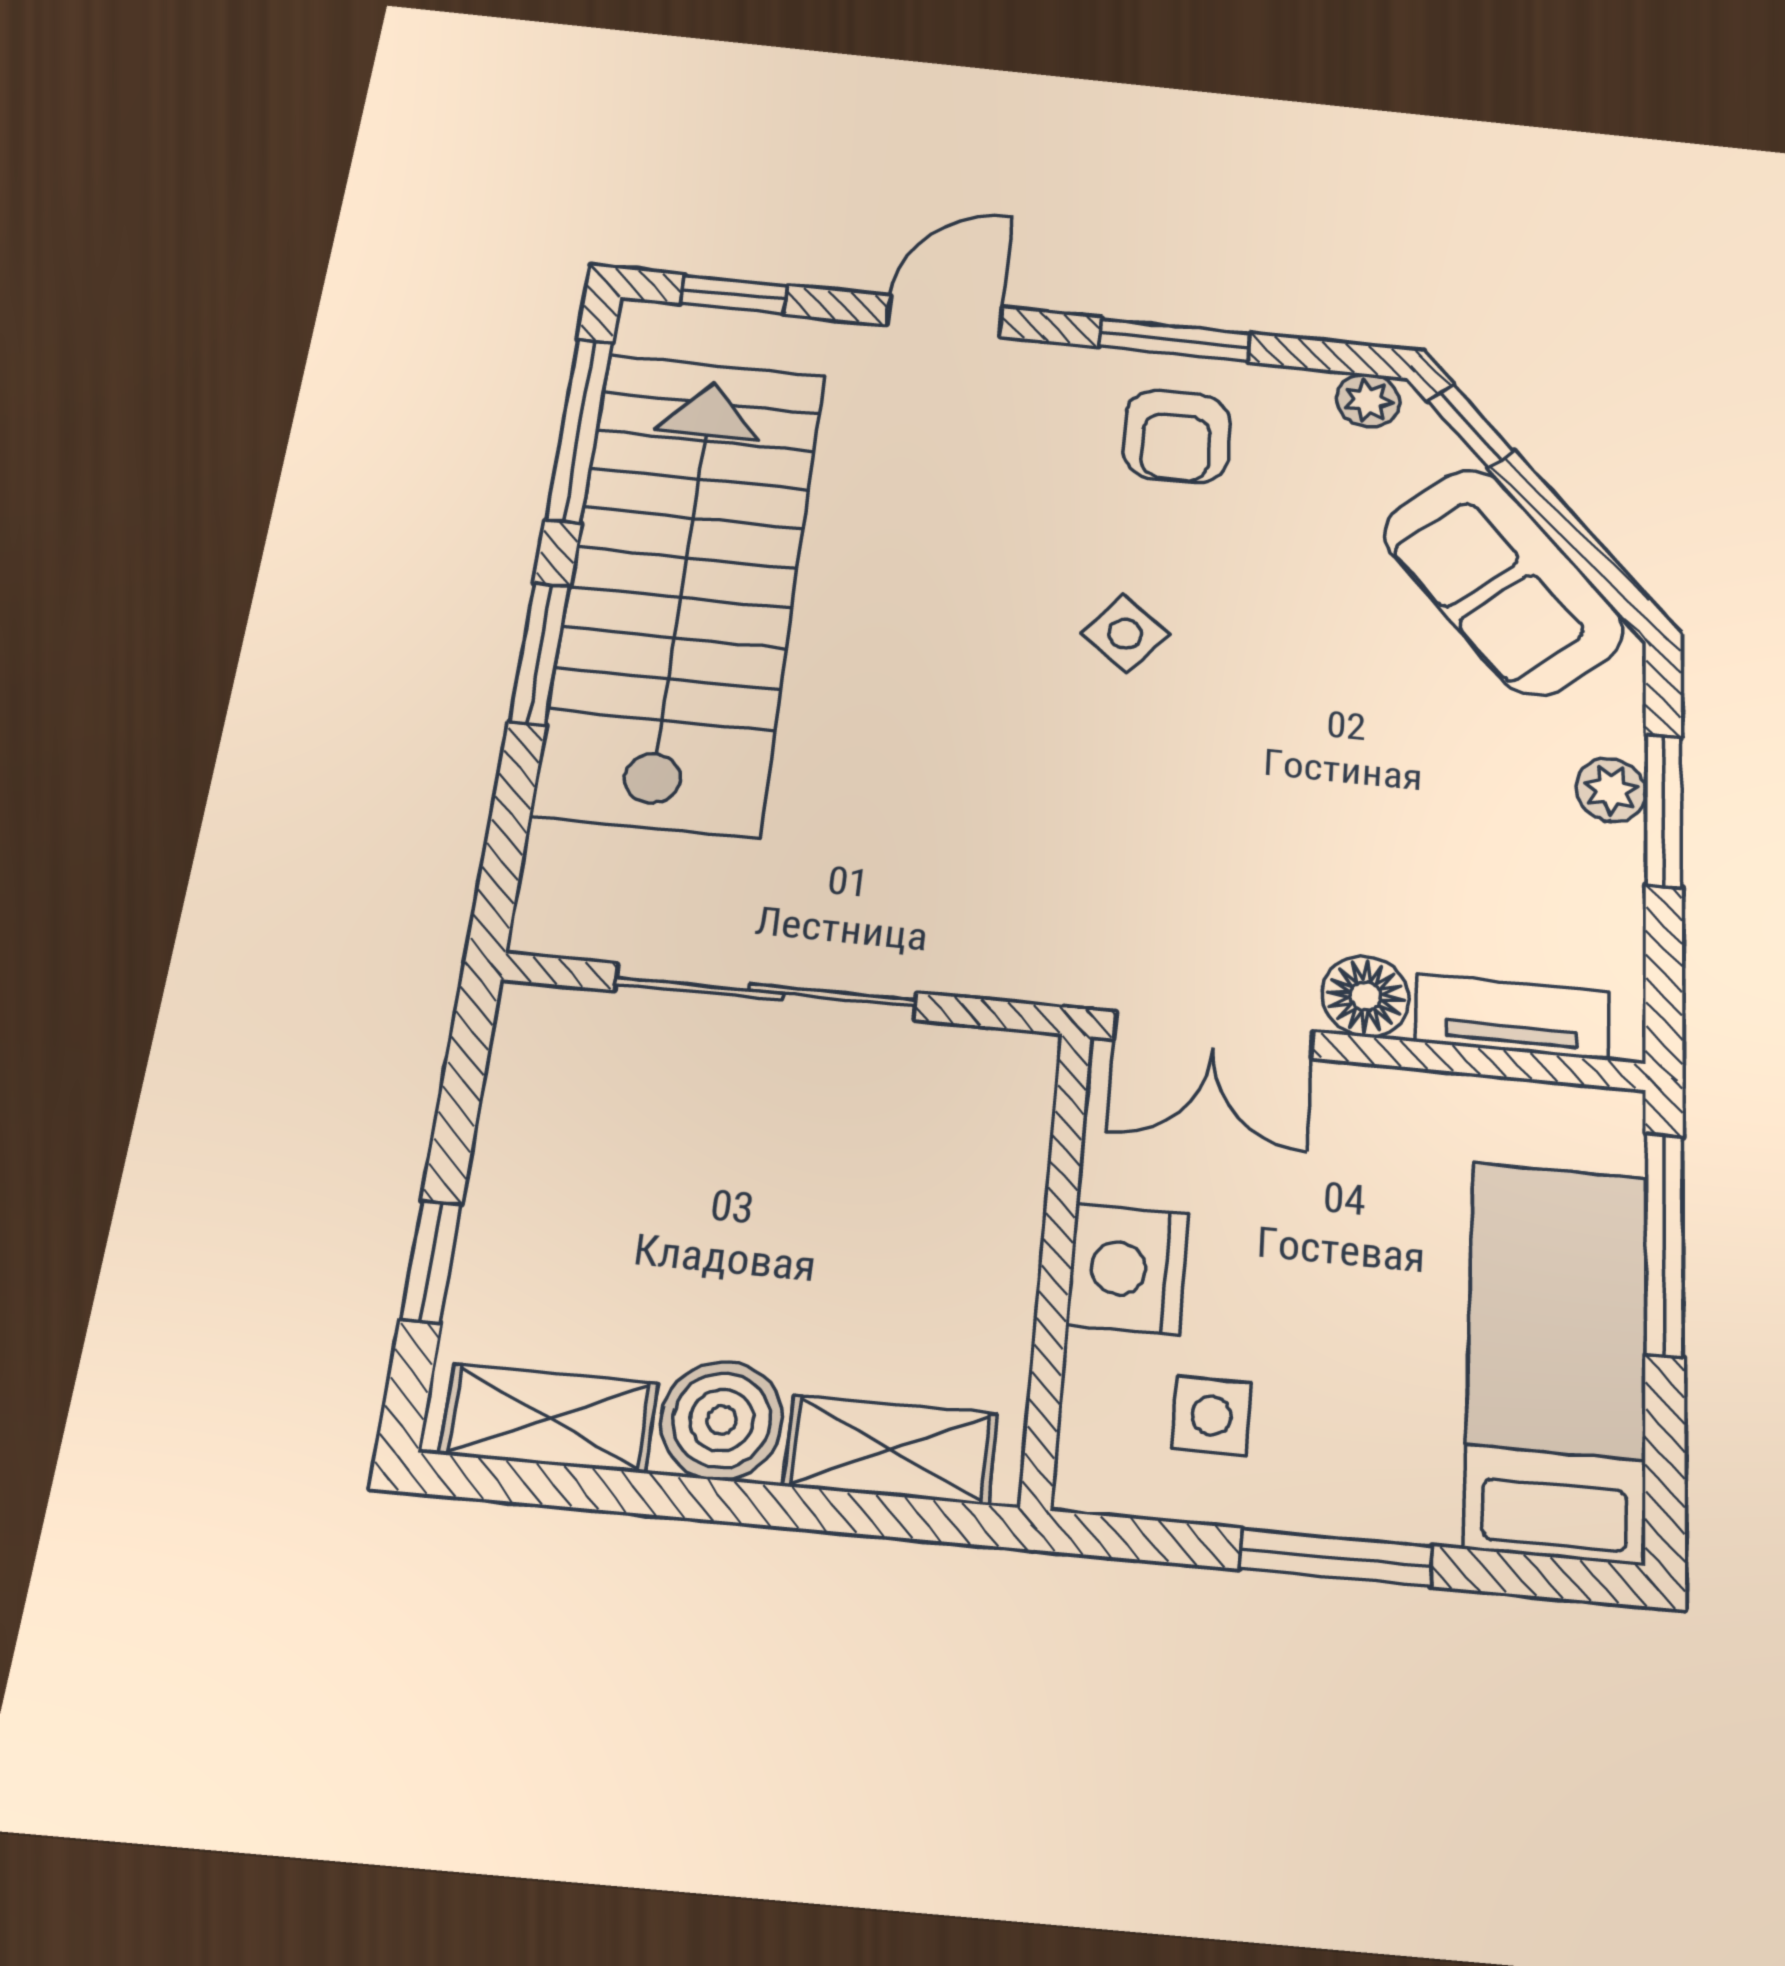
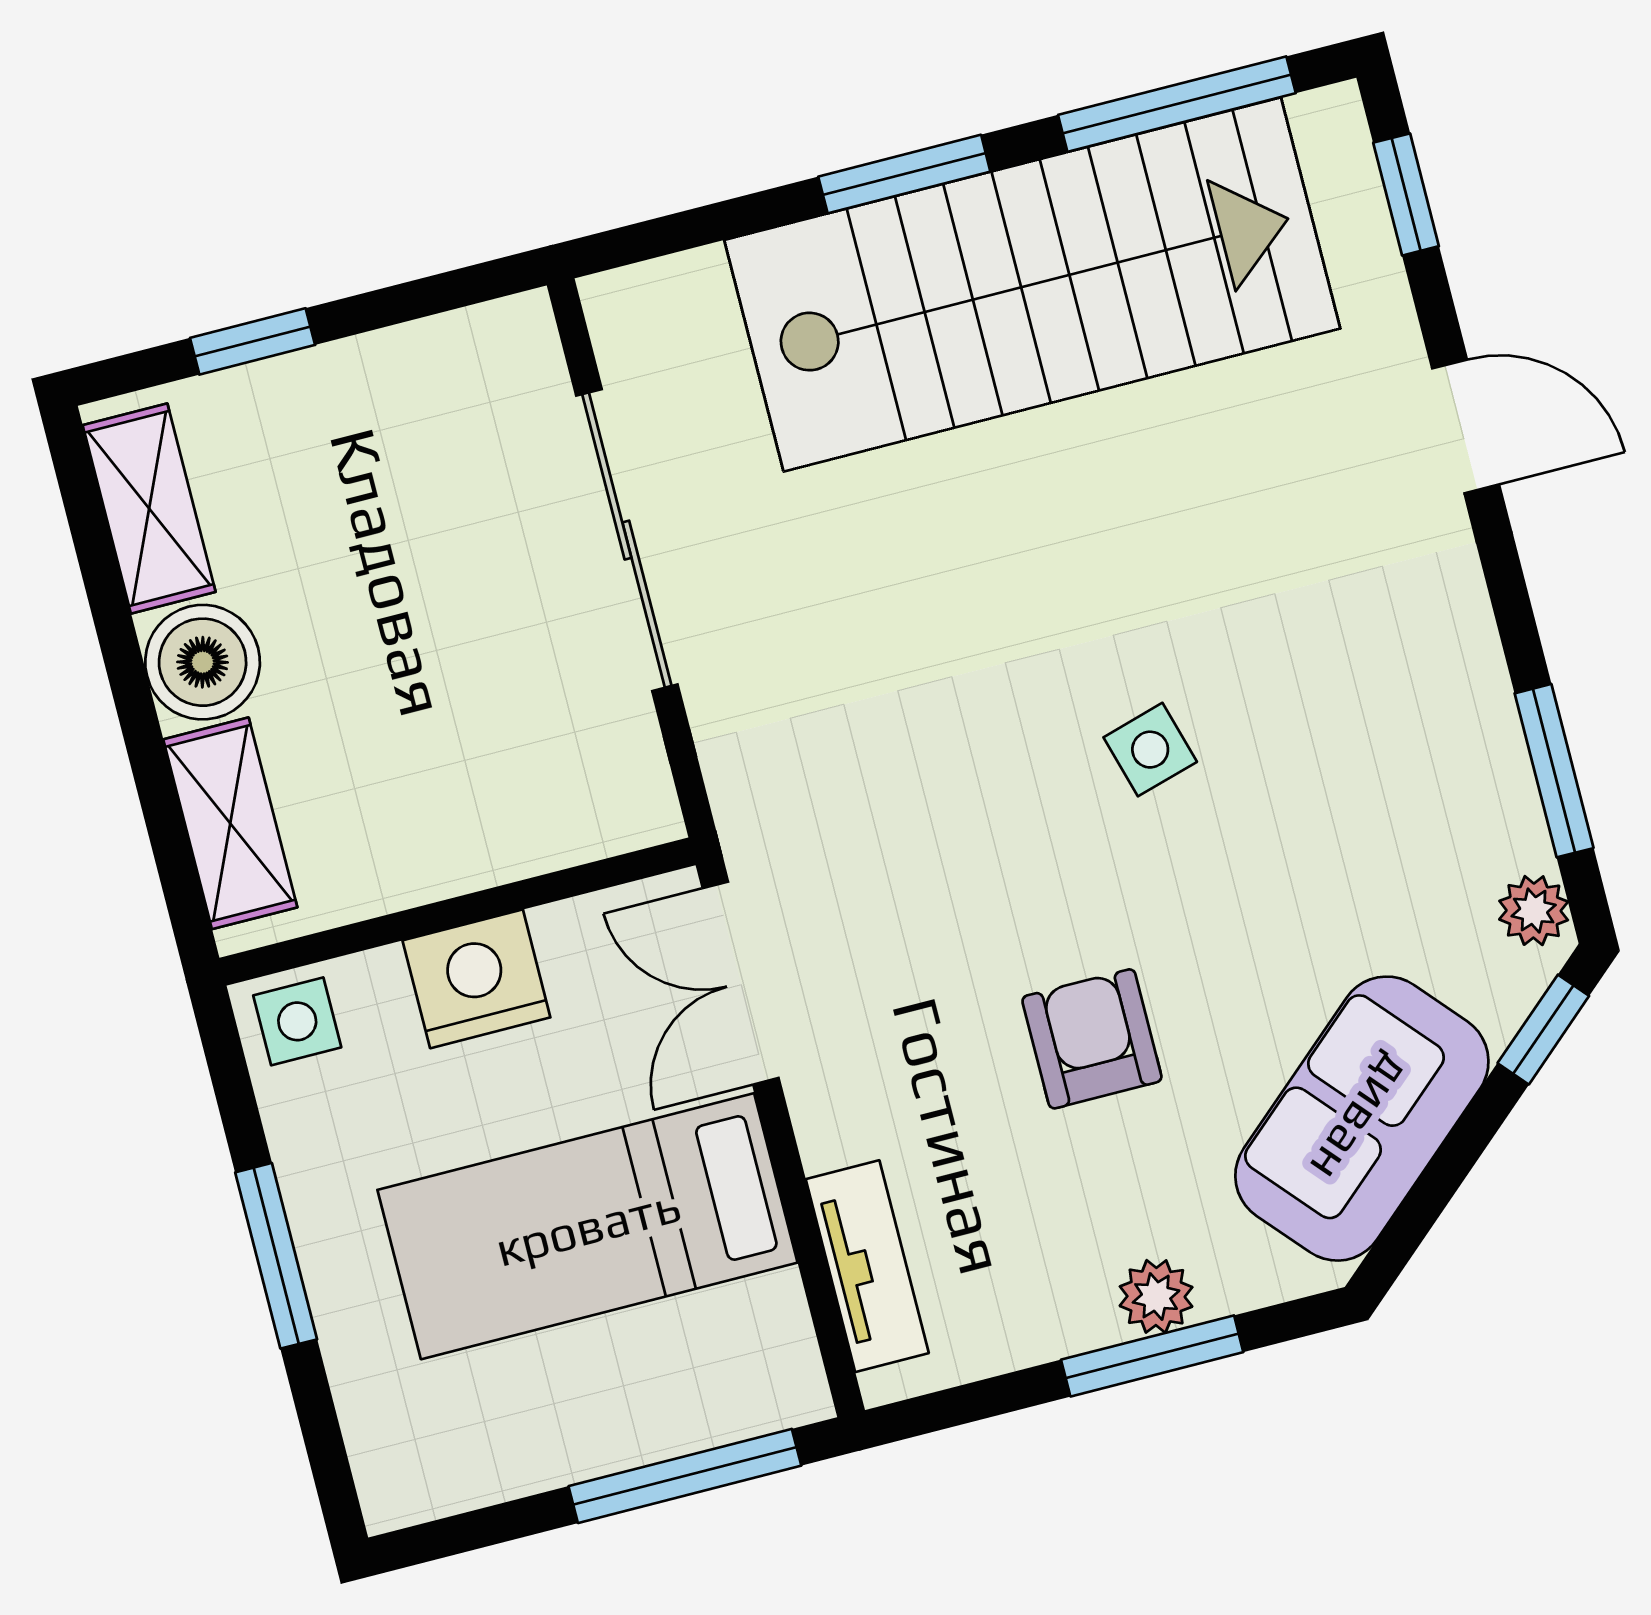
window: (1175, 340) -> (1554, 771), moved
armchair: (1177, 436) -> (1092, 1039), moved, turned 90
side table: (1125, 634) -> (1150, 750), turned 35
floor lamp: (1366, 996) -> (836, 1117), removed
bed: (1557, 1359) -> (588, 1226), moved, turned 180
side table: (1211, 1416) -> (297, 1021), moved

